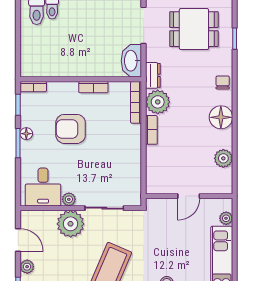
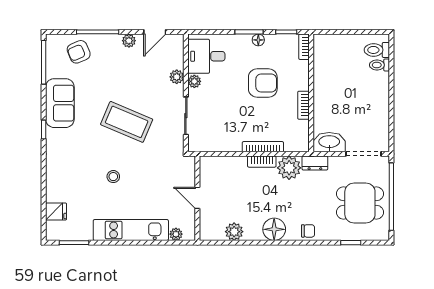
dining table: (194, 29) -> (360, 203), turned 90
bookcase: (136, 102) -> (263, 147), moved
armchair: (71, 129) -> (263, 83), turned 90
plant: (71, 224) -> (177, 77), width x0.53, depth x0.53

